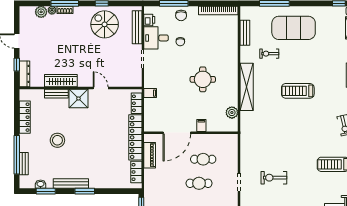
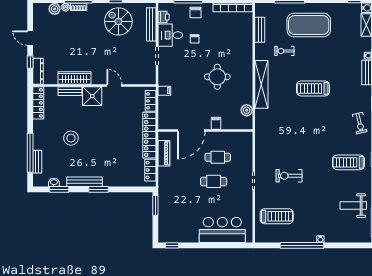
locker: (25, 117) -> (38, 103), moved

